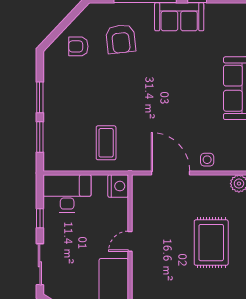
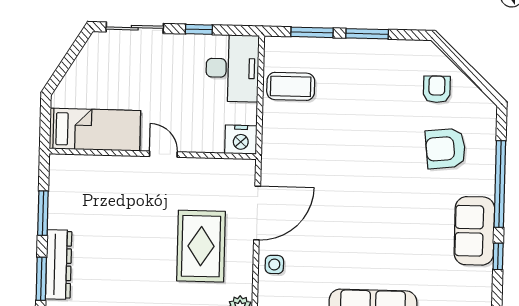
coffee table: (106, 143) -> (291, 86), moved
rug: (211, 243) -> (201, 246), moved, turned 90

